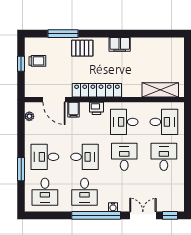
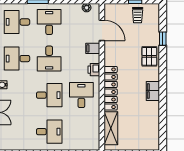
window: (63, 34) -> (163, 39), width x0.46
locker: (97, 90) -> (111, 88), moved
door: (54, 100) -> (102, 30), swing flipped
desk: (164, 122) -> (81, 132), removed

